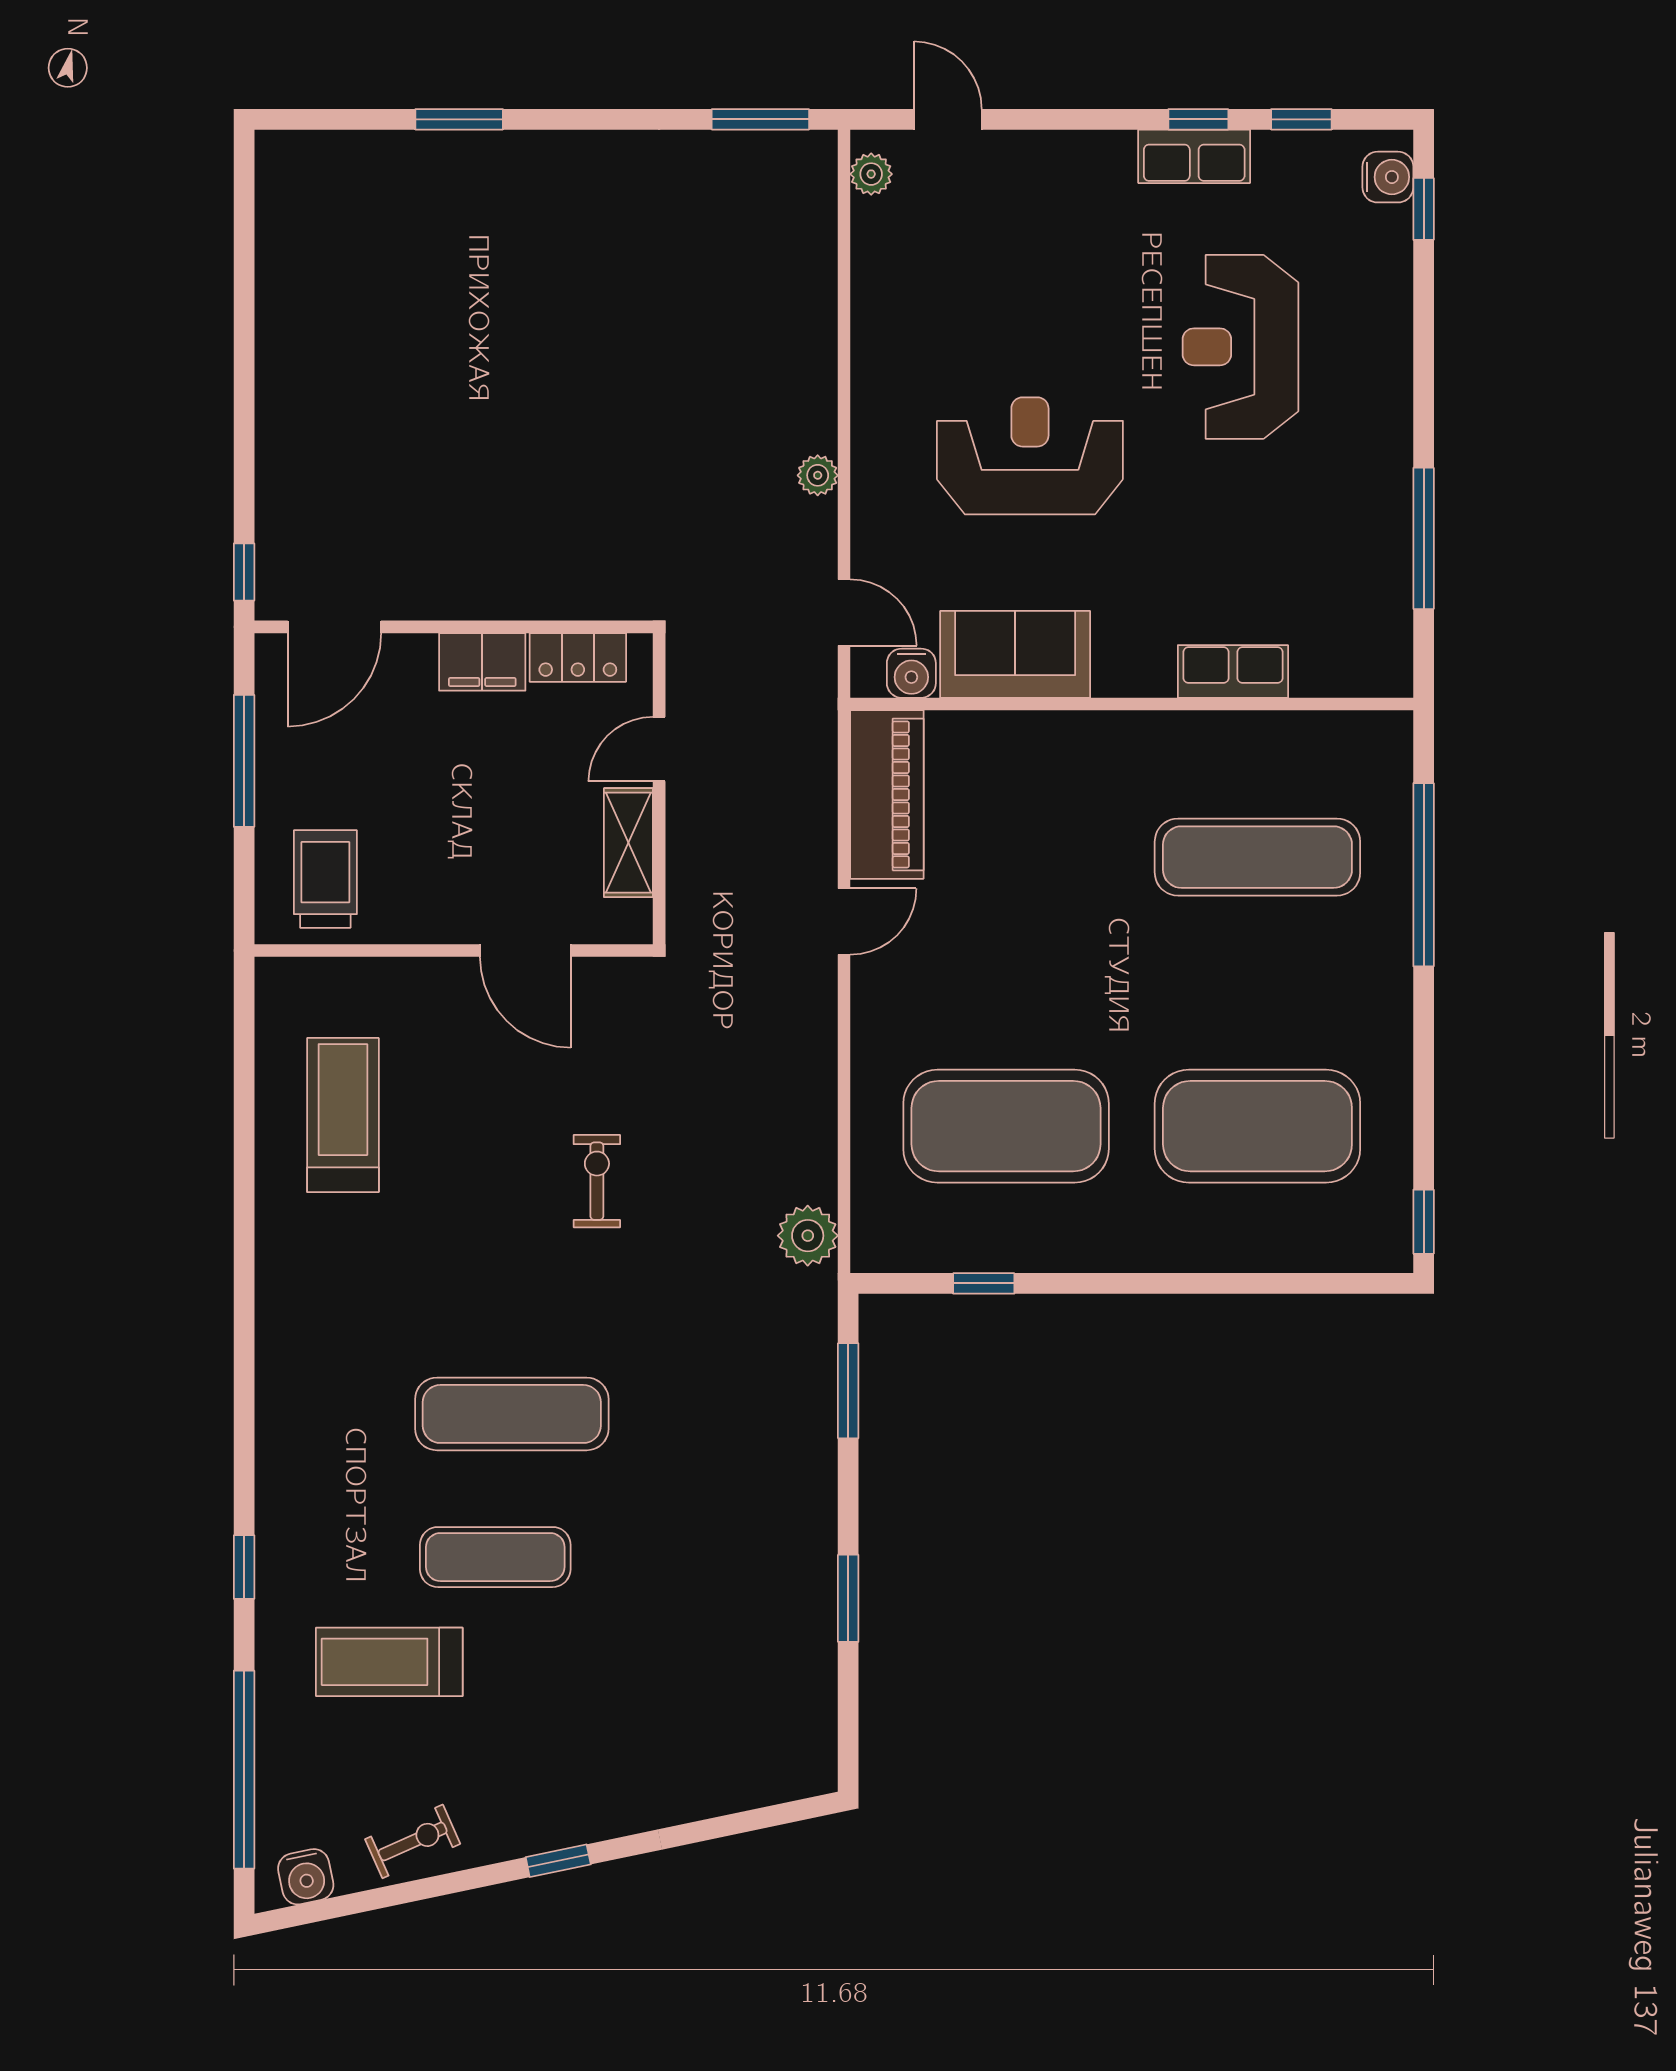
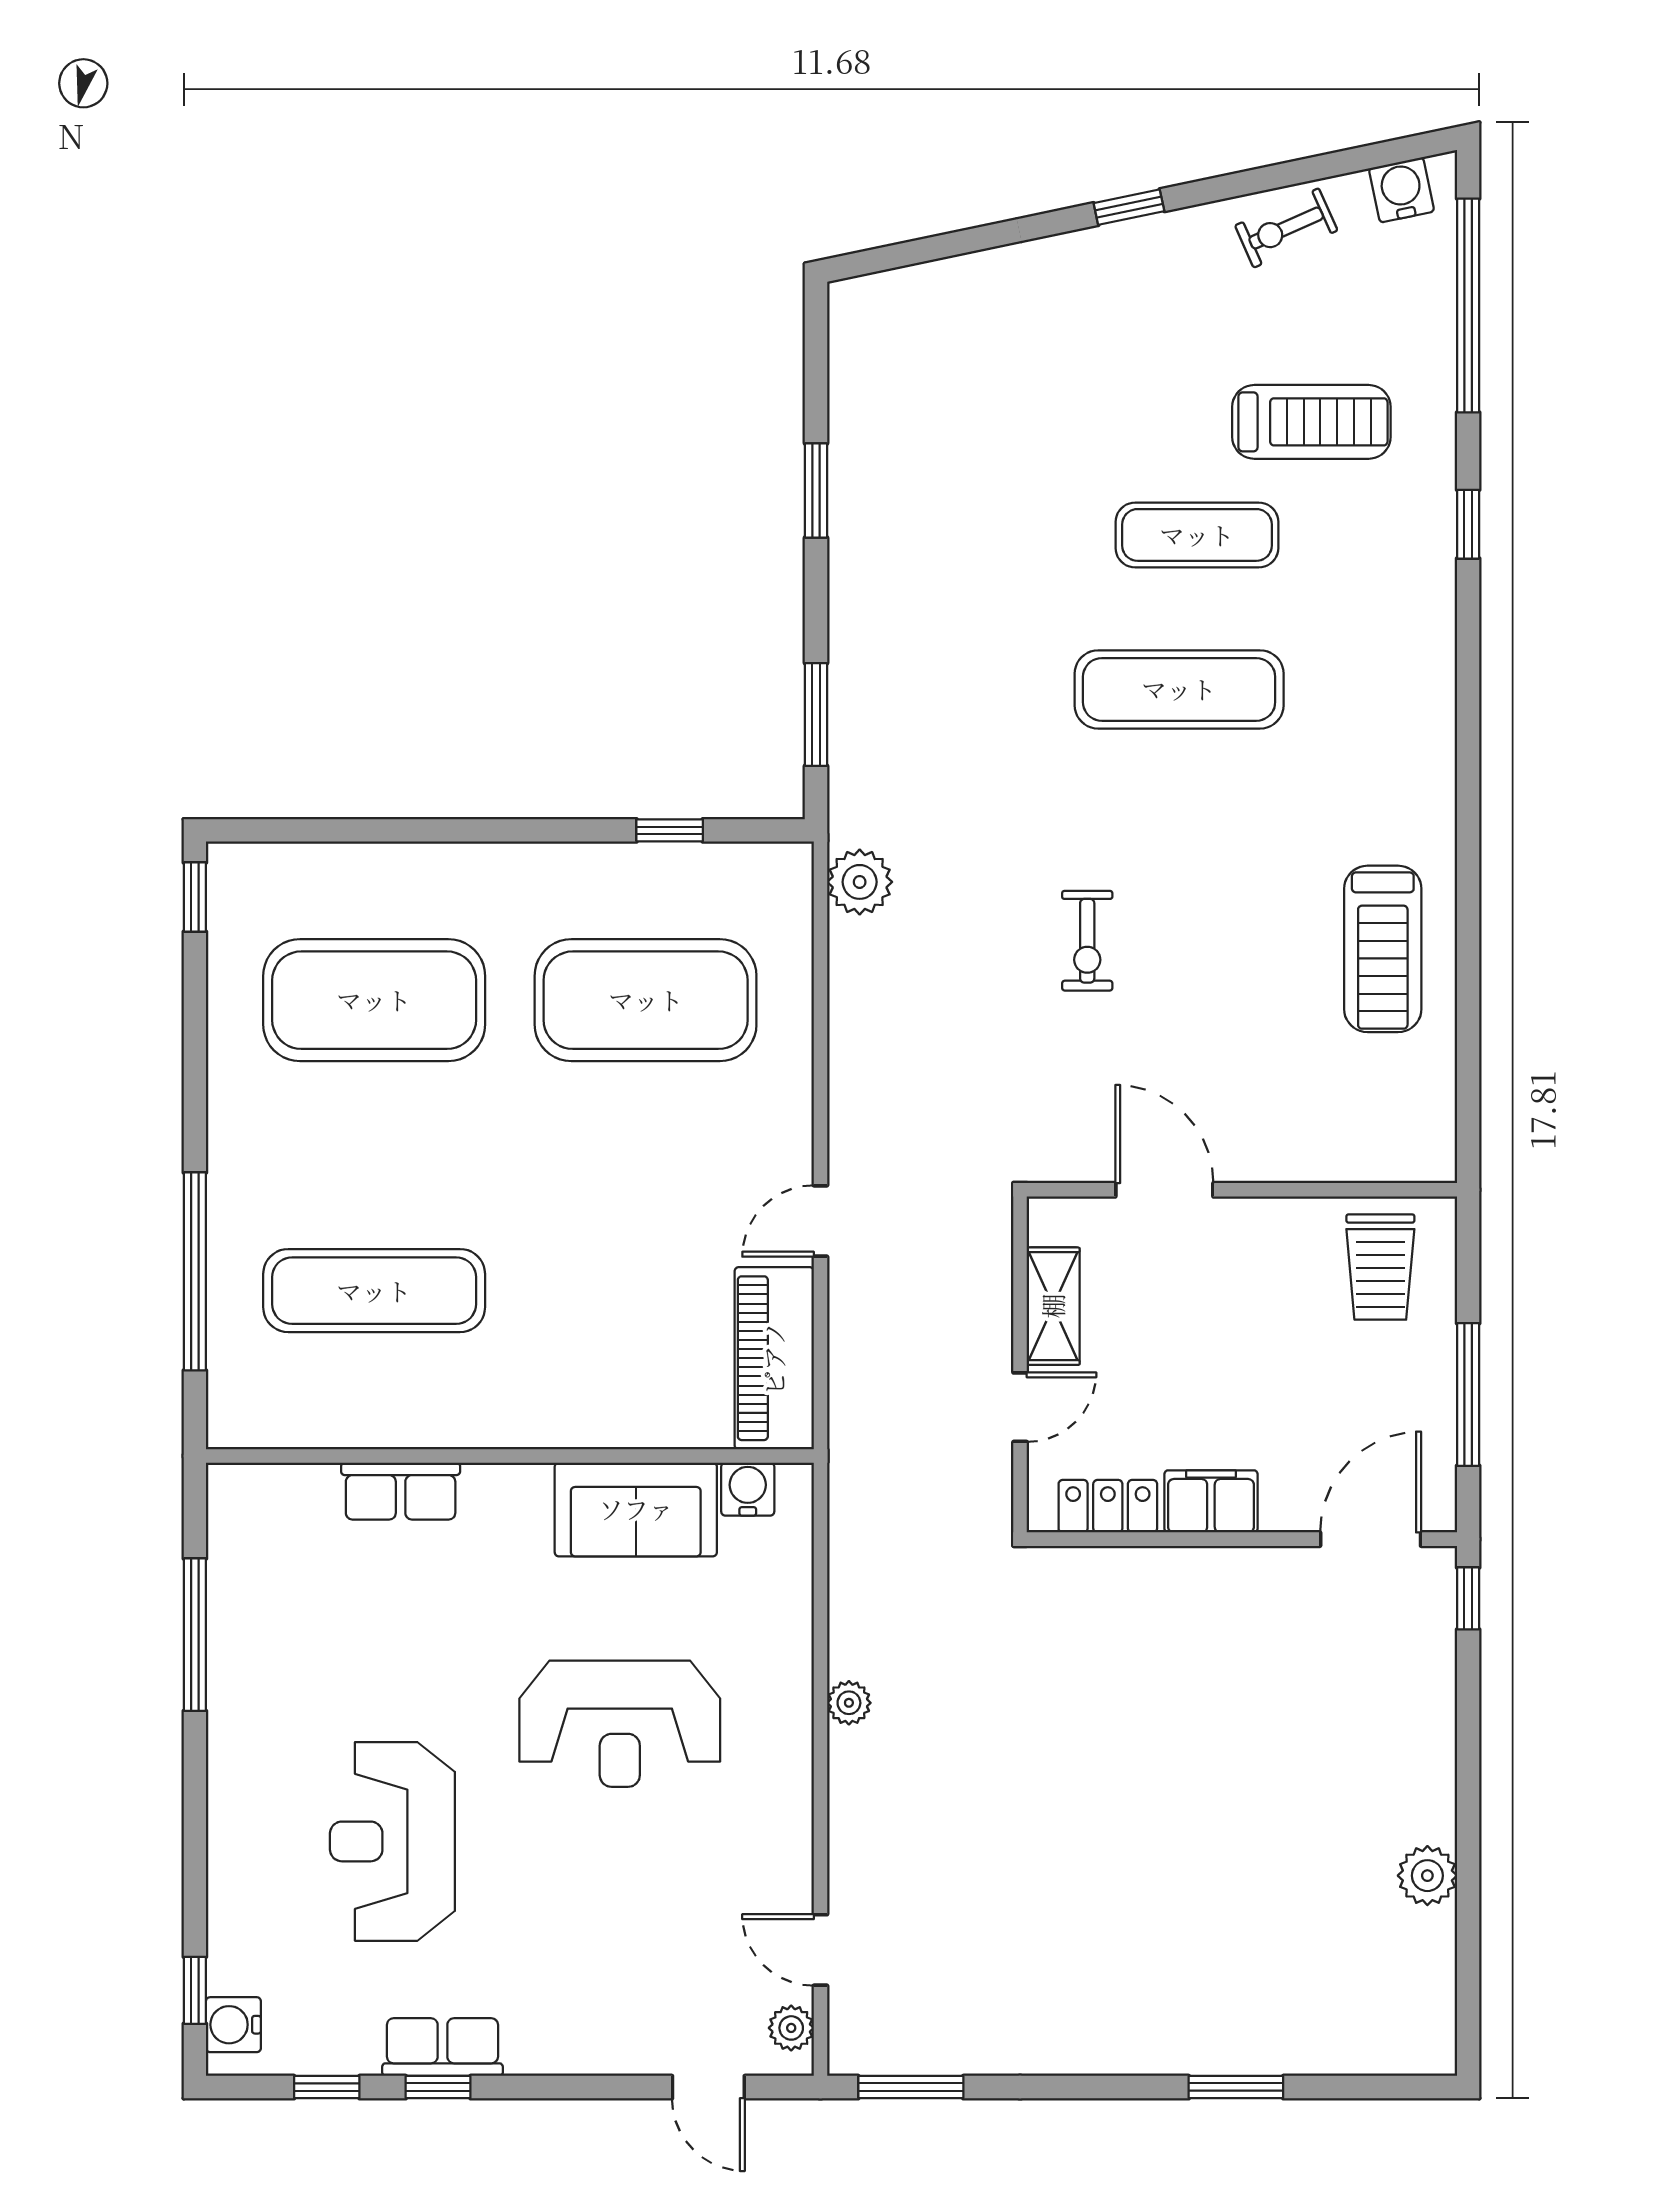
plant: (282, 315) -> (1427, 1876), added
reception desk: (1240, 347) -> (392, 1841), turned 180
door: (844, 612) -> (820, 1950), moved
treadmill: (343, 1115) -> (1383, 949), moved

